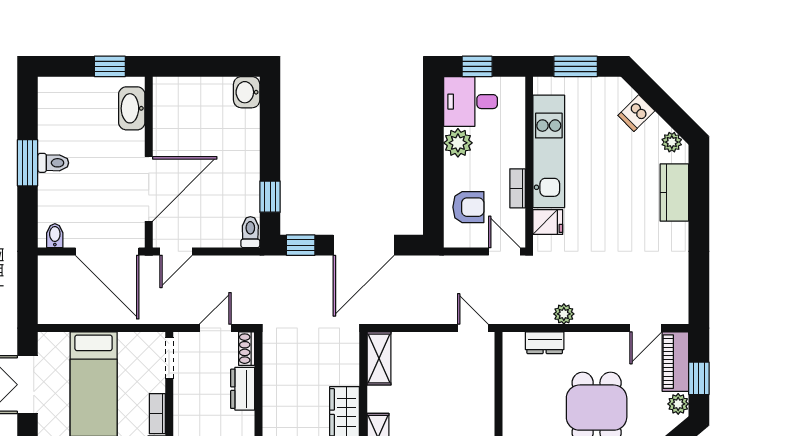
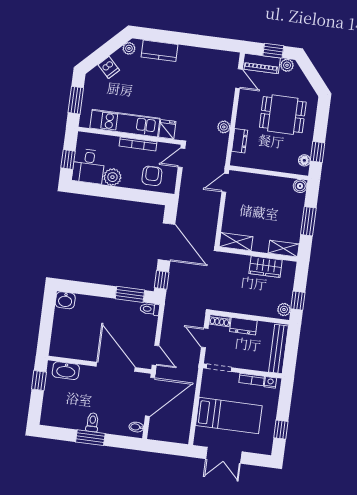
bookcase: (518, 188) -> (138, 144), width x1.56
window: (270, 197) -> (130, 294), width x1.50

